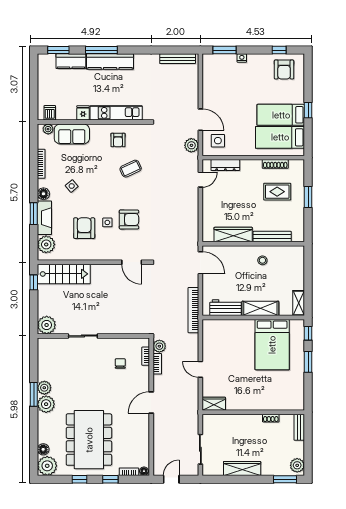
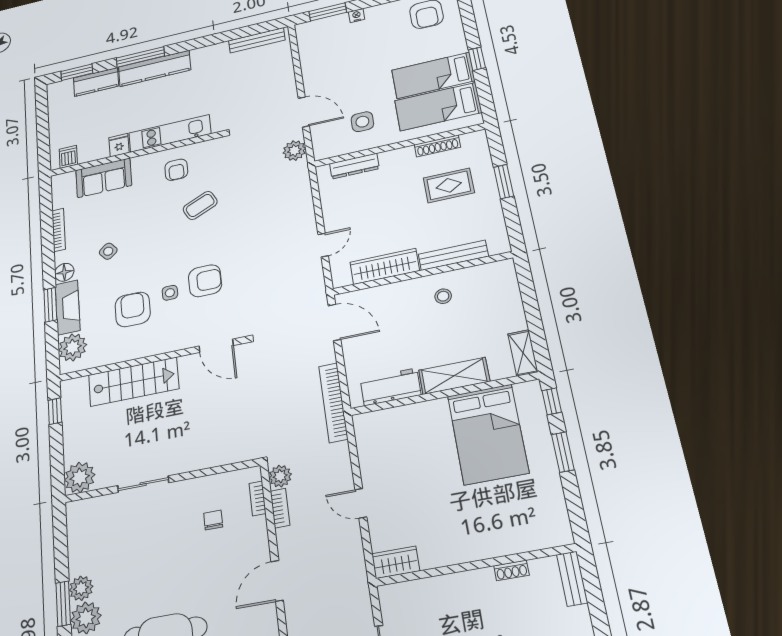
plant: (48, 129) -> (67, 179), removed
side table: (218, 141) -> (362, 122), moved
door: (200, 180) -> (323, 245), moved
stairs: (64, 274) -> (133, 382), moved

